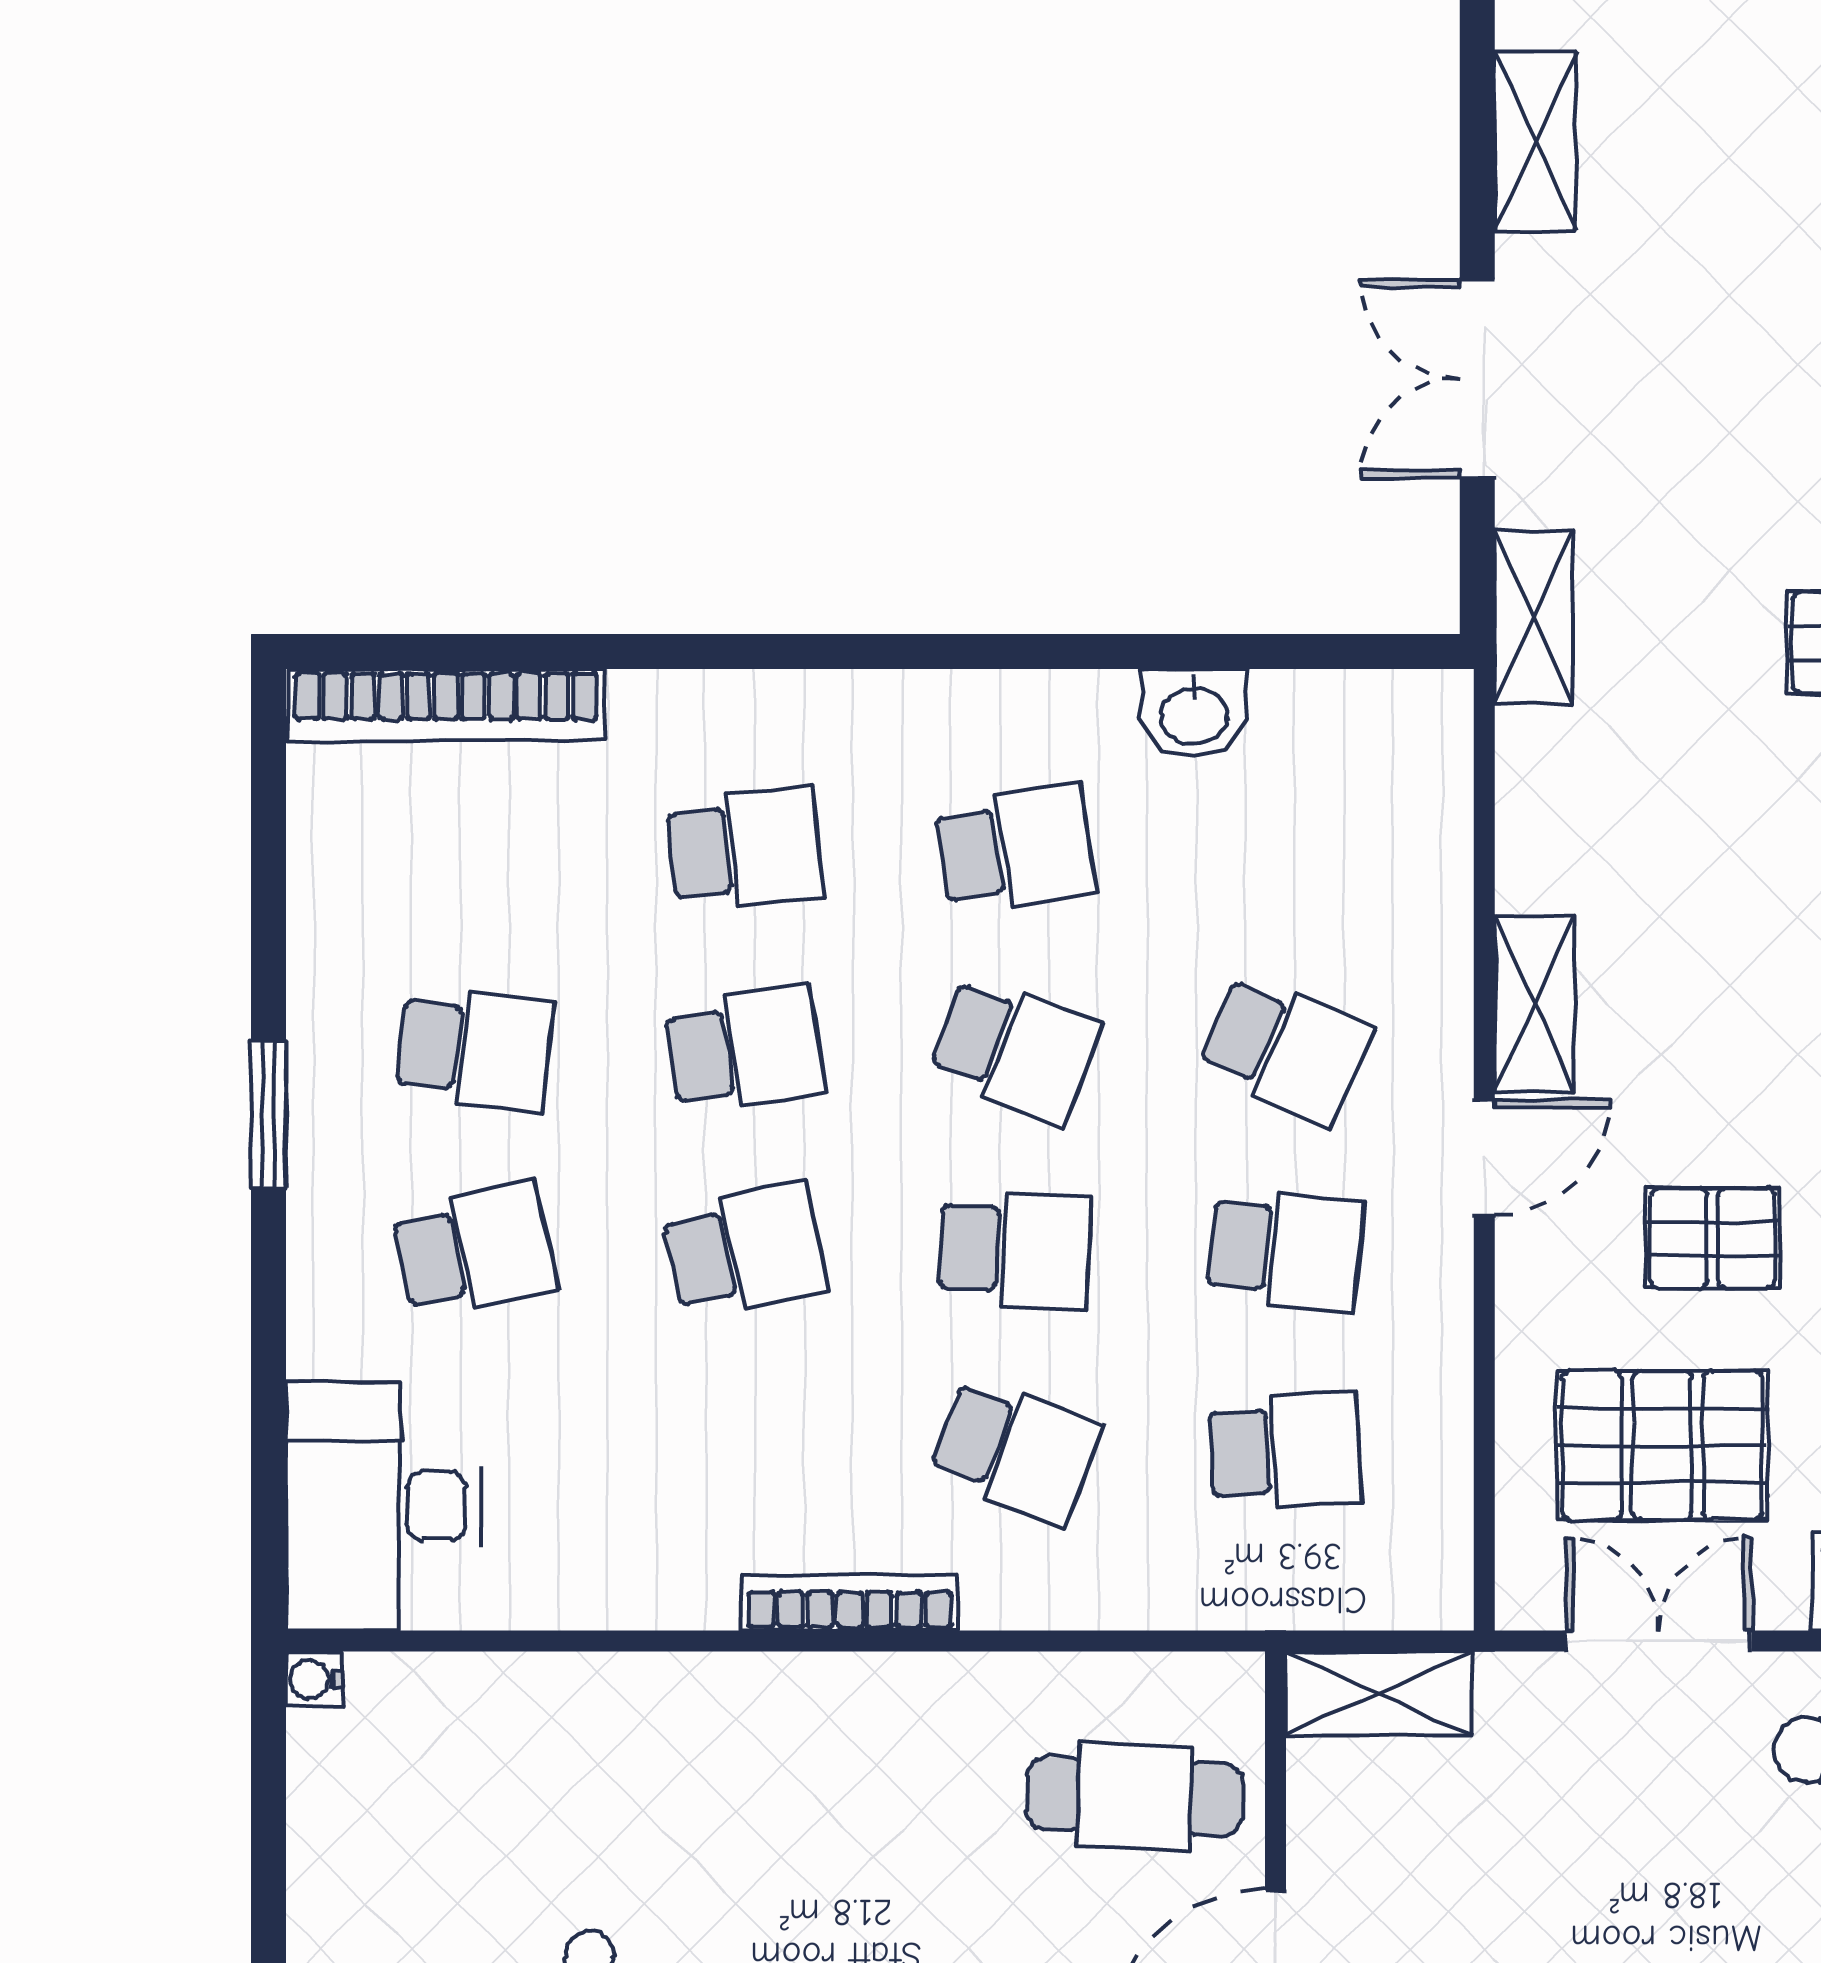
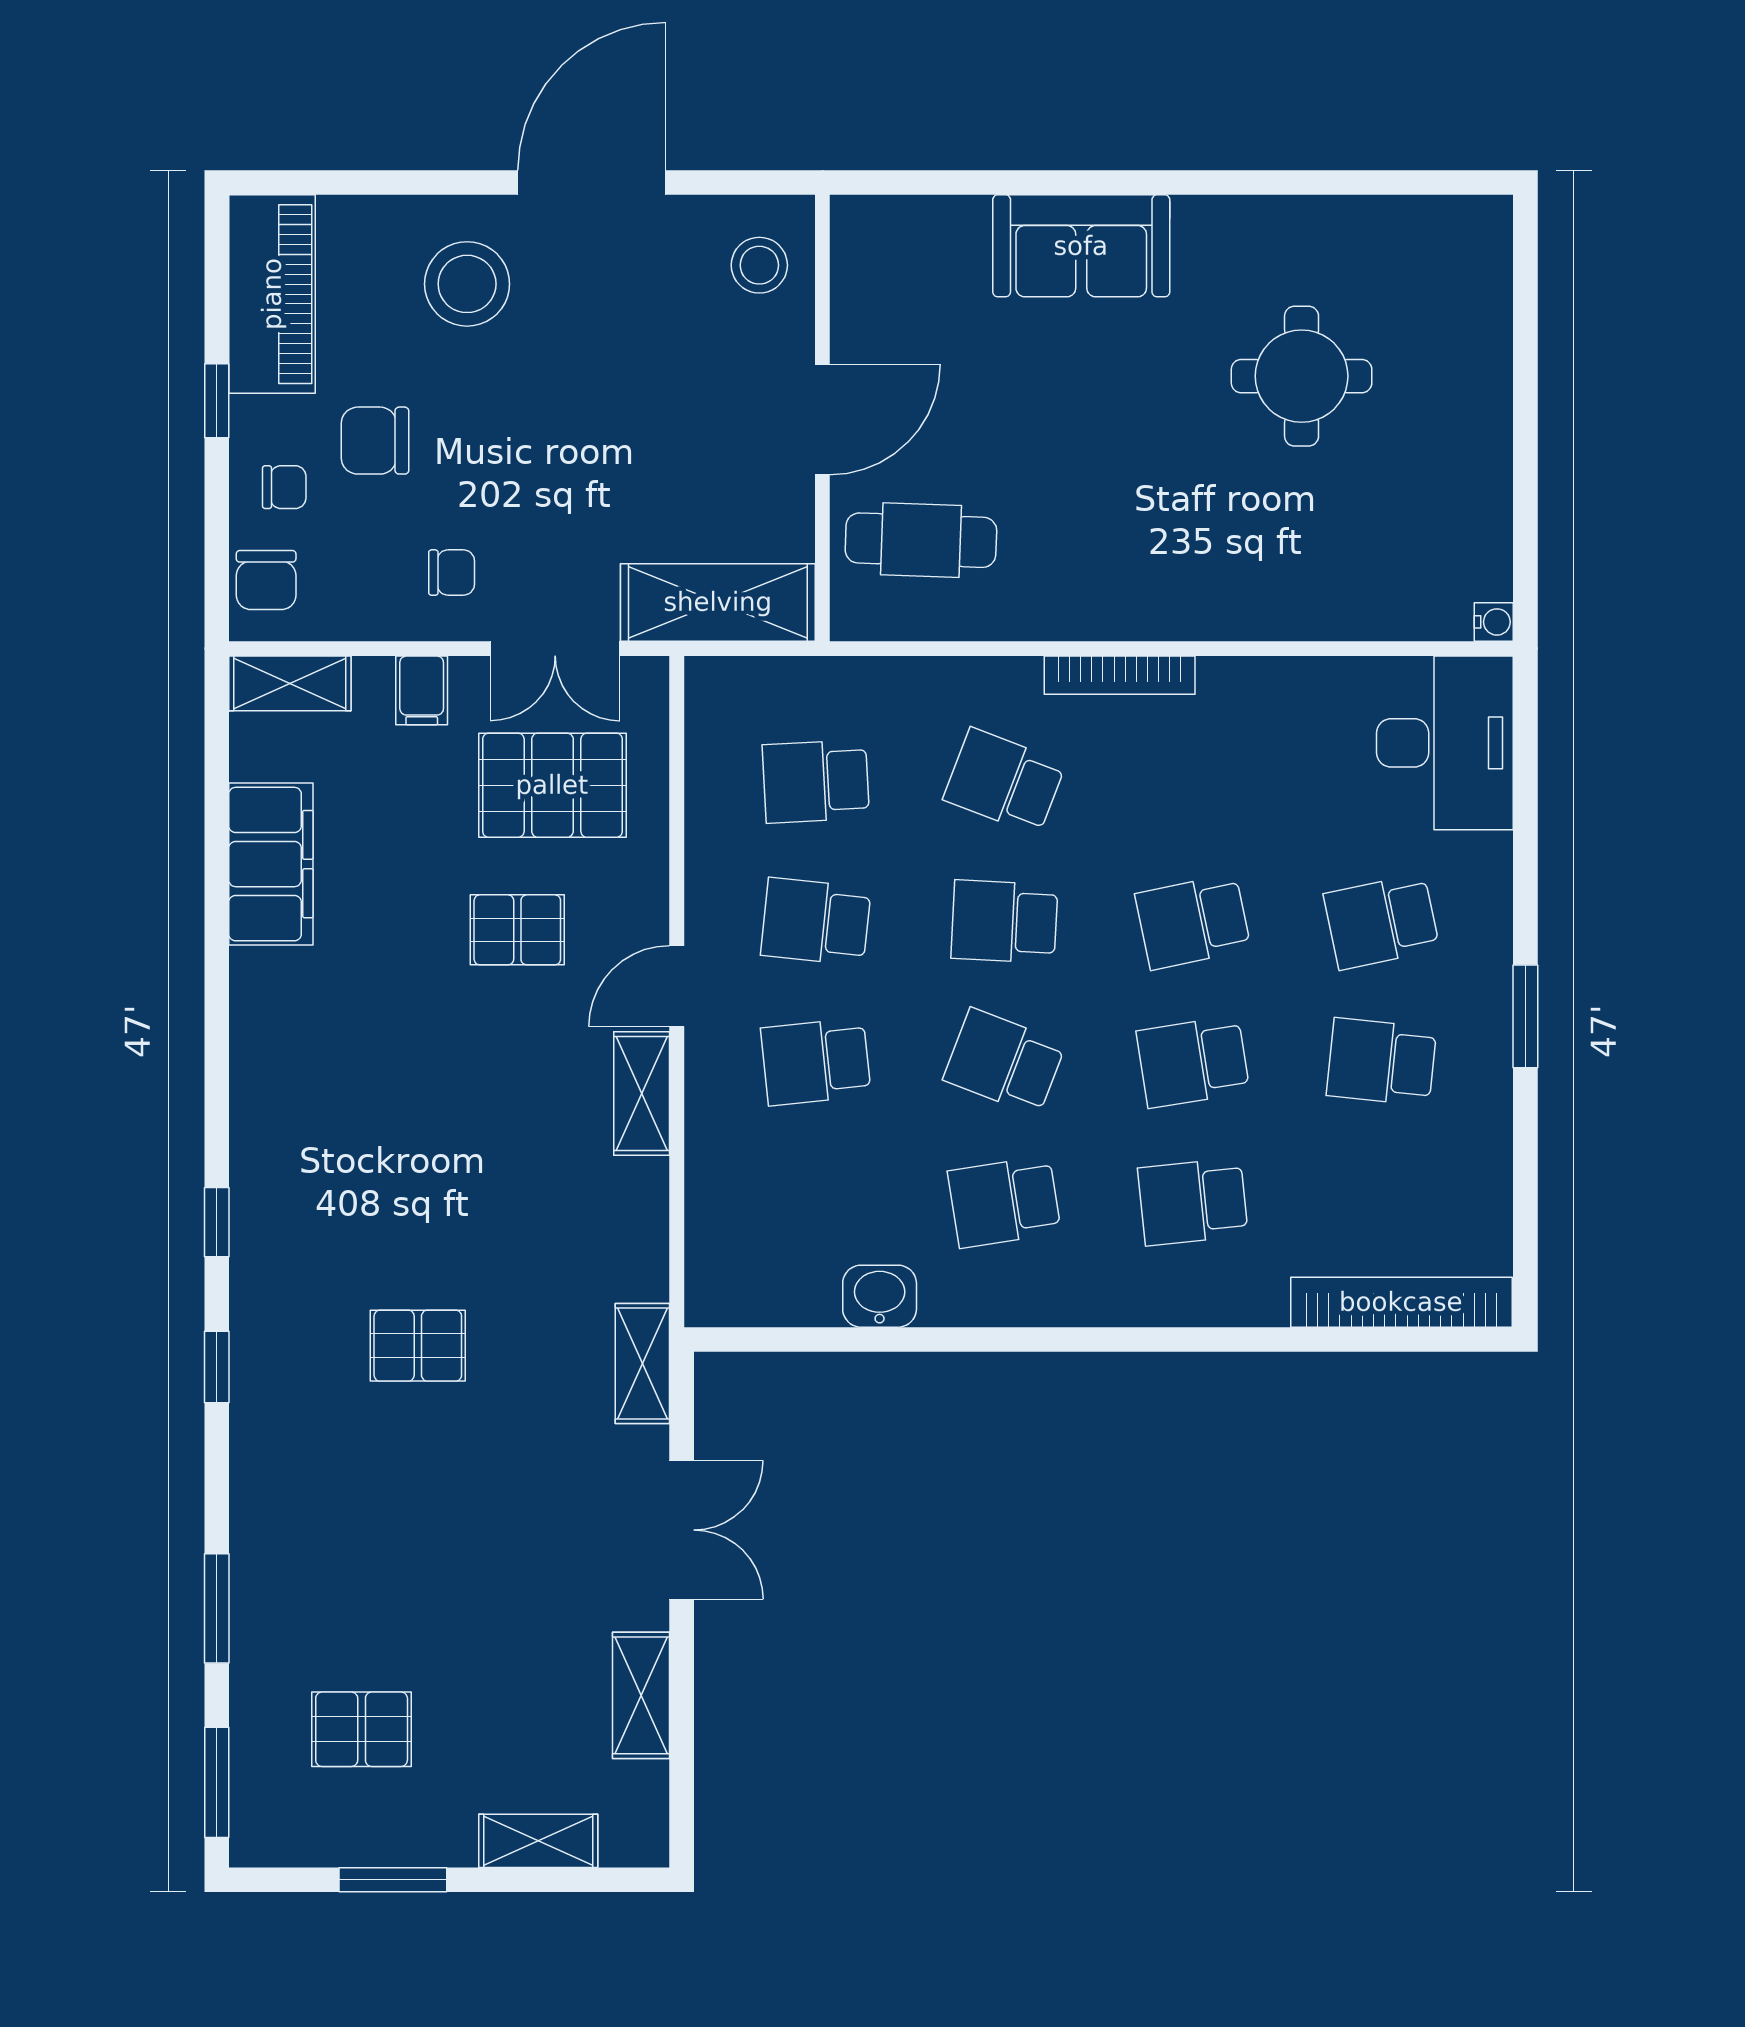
school desk: (1285, 1049) -> (816, 1062), turned -30
shelving: (1379, 1693) -> (718, 602), width x1.50, depth x1.33

